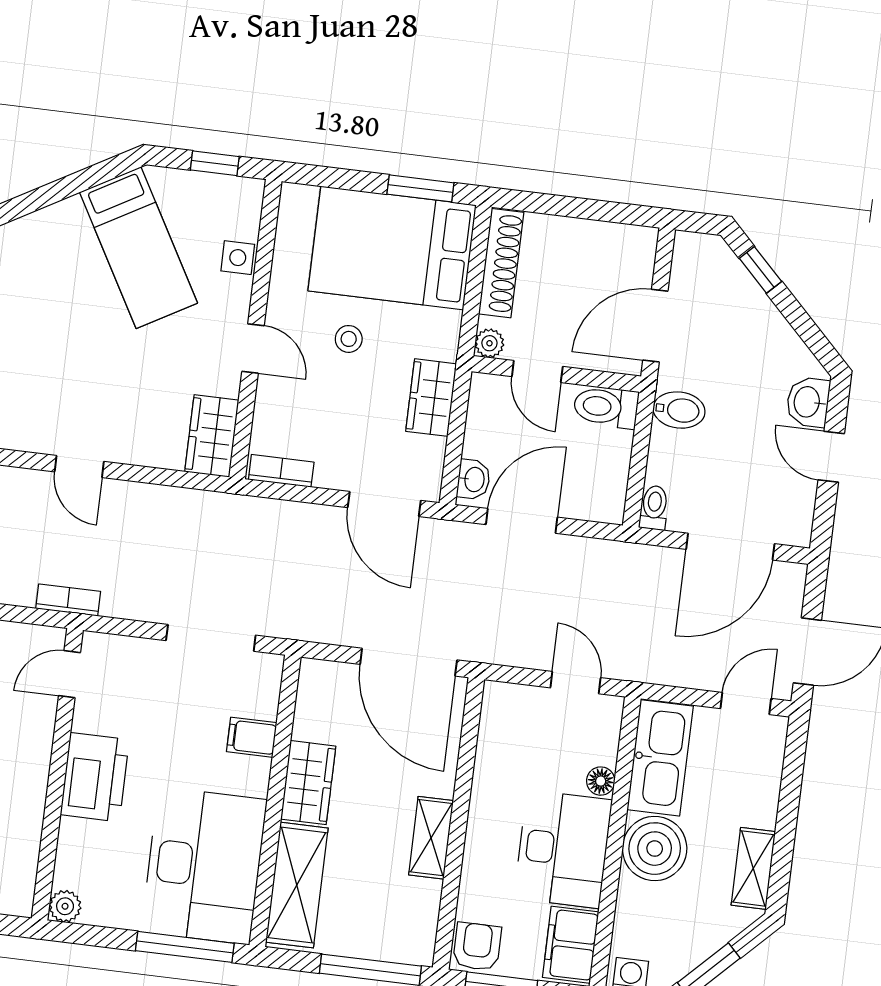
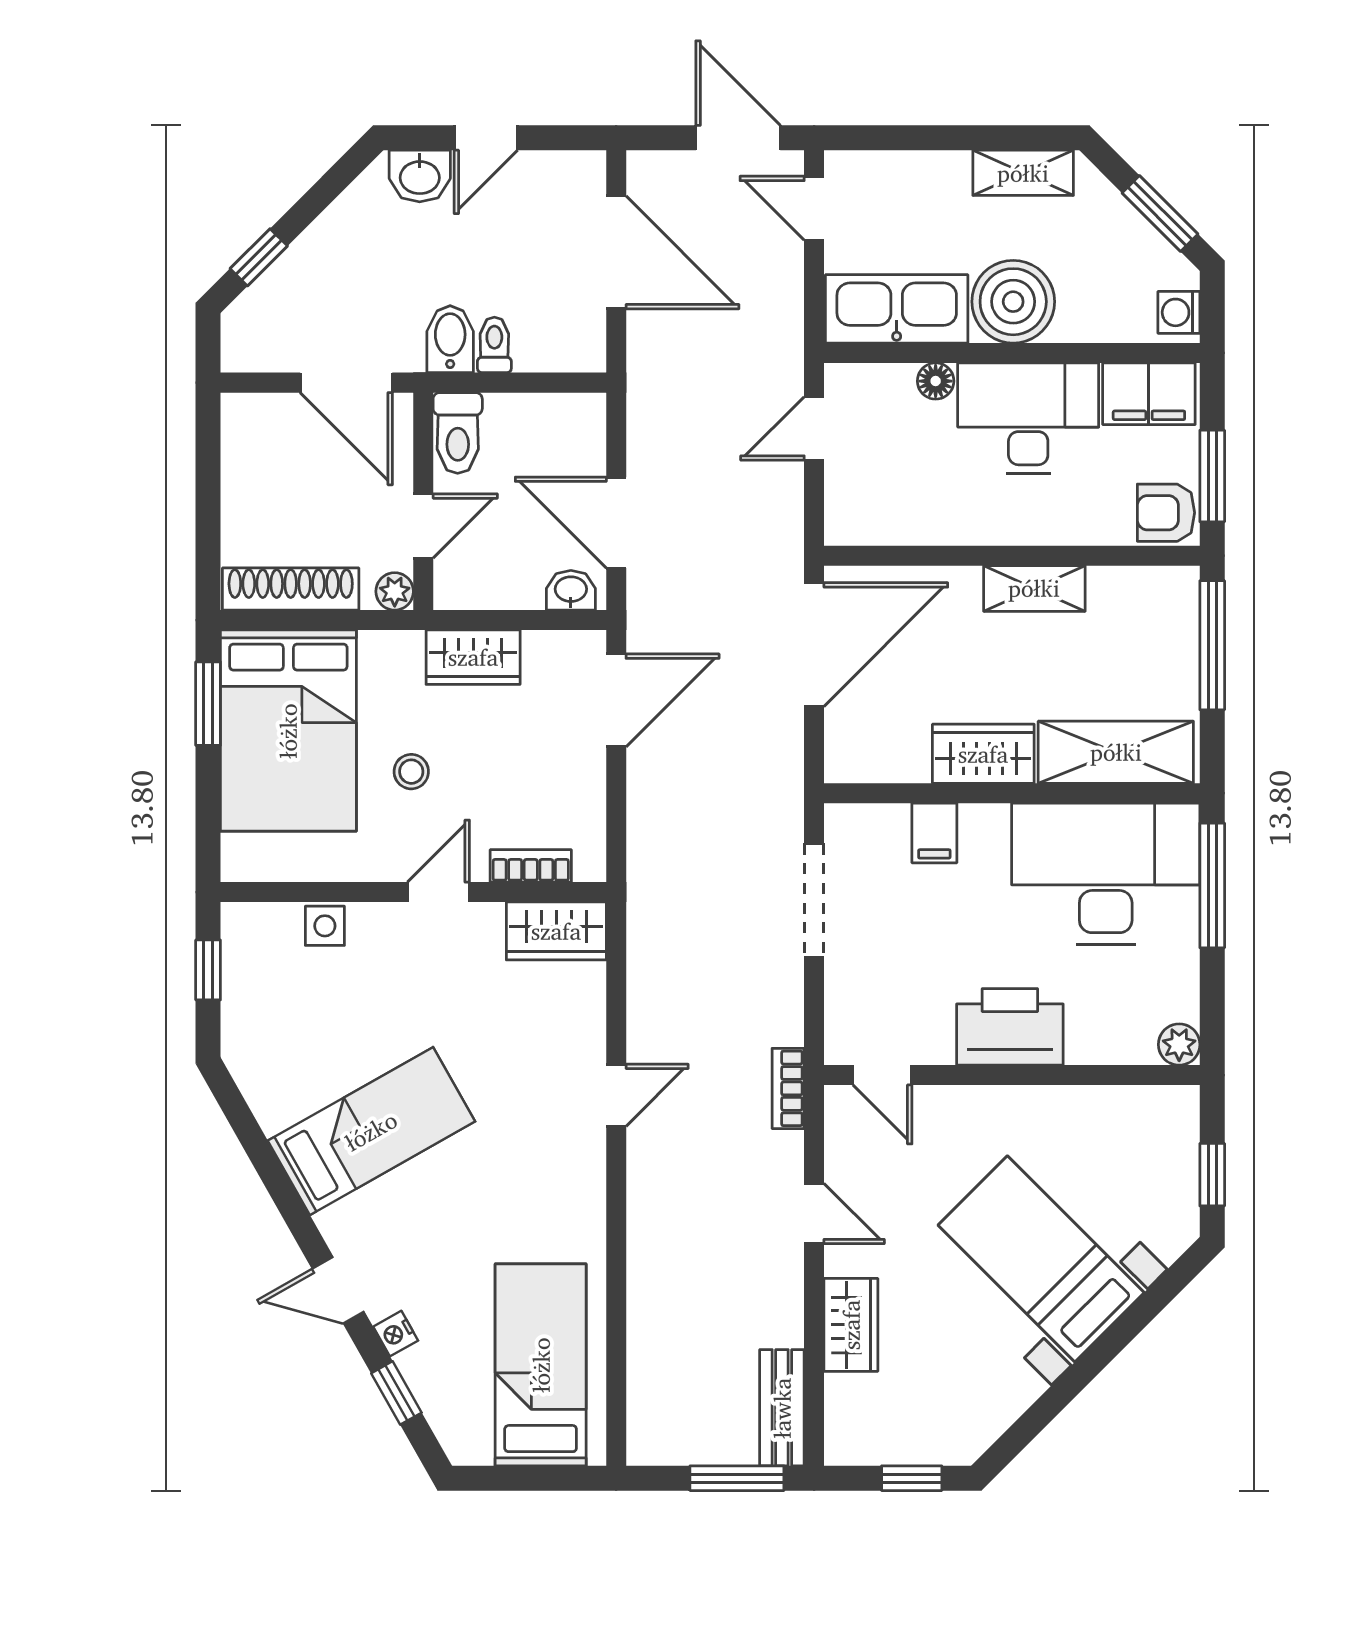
bed: (139, 248) -> (371, 1131), moved
bookcase: (281, 471) -> (531, 866), moved, turned 90
toilet: (654, 508) -> (494, 345), moved, turned 90

